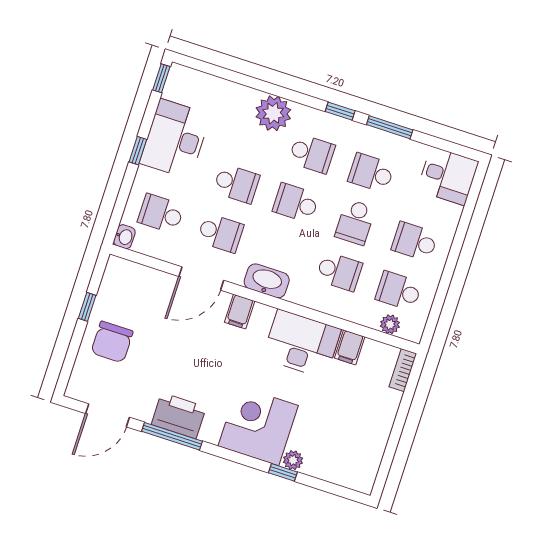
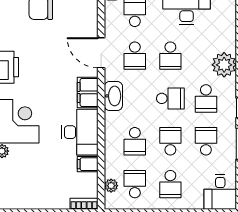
school desk: (296, 203) -> (170, 98), turned 90
school desk: (355, 222) -> (170, 141), turned 90
school desk: (415, 242) -> (170, 184), turned 180
filing cabinet: (240, 312) -> (88, 92), width x2.00

